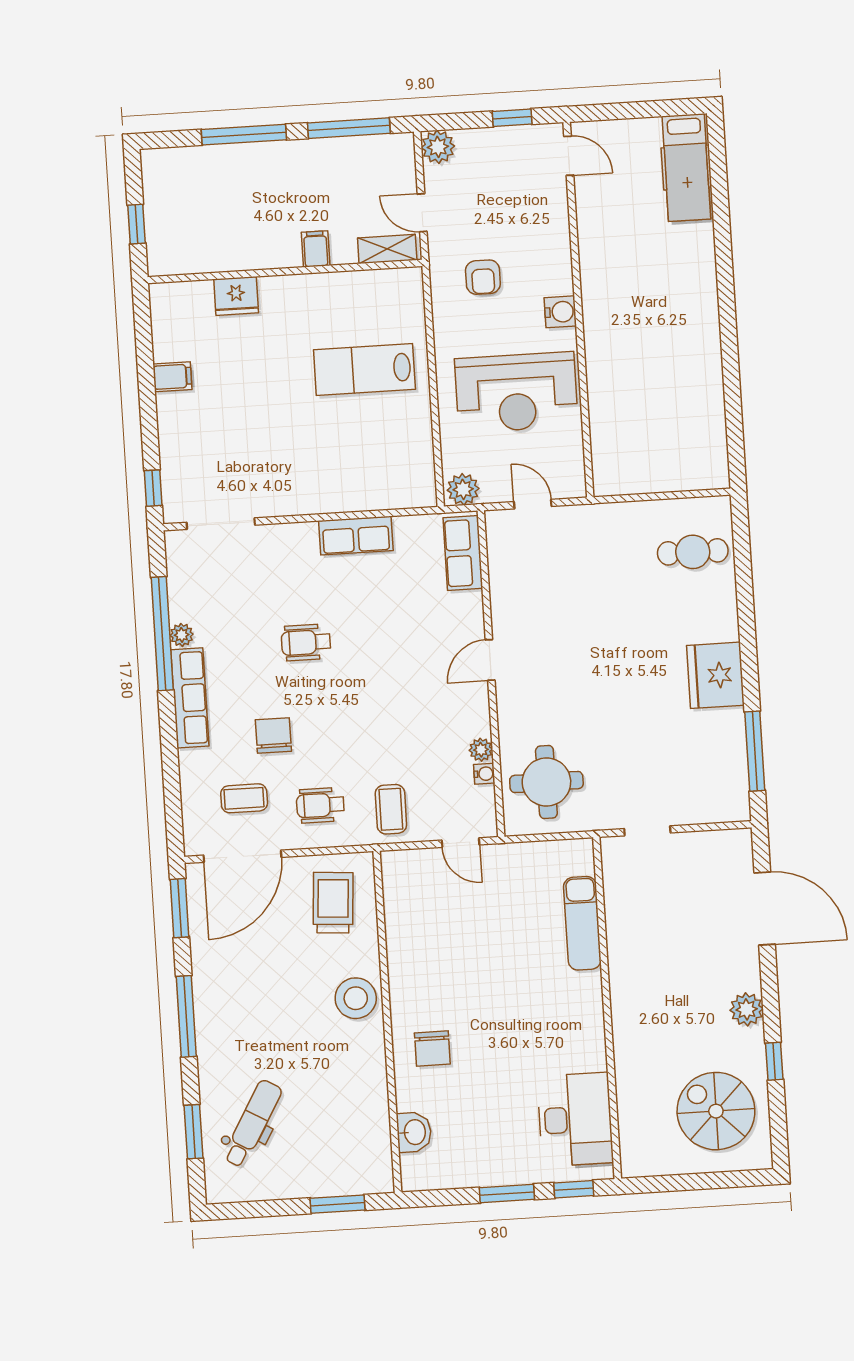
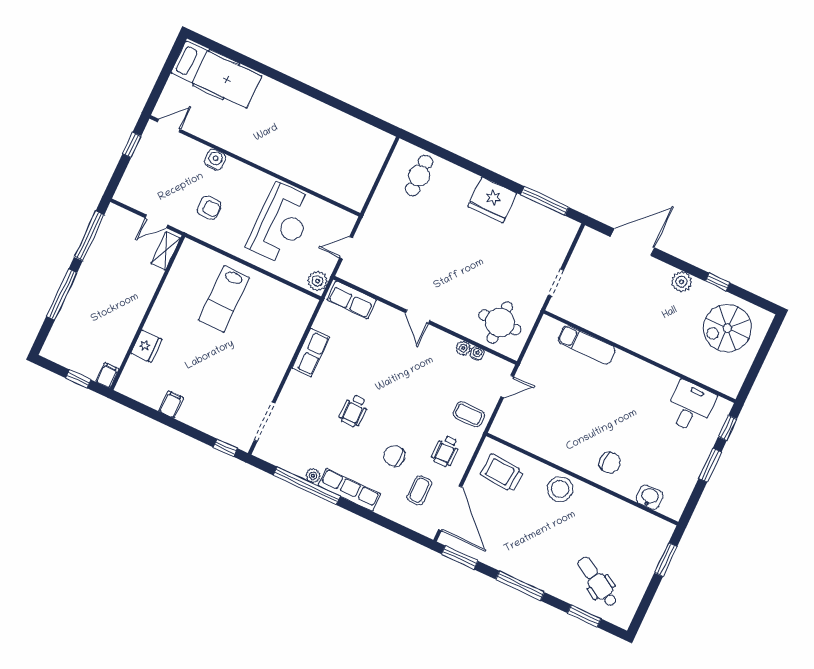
plant: (438, 147) -> (126, 194), removed
hospital bed: (686, 168) -> (216, 75), width x1.37, depth x1.29
filing cabinet: (316, 249) -> (107, 375), moved, turned 90
water cooler: (560, 312) -> (215, 160), moved
desk: (575, 1119) -> (690, 407), width x0.73

